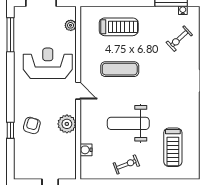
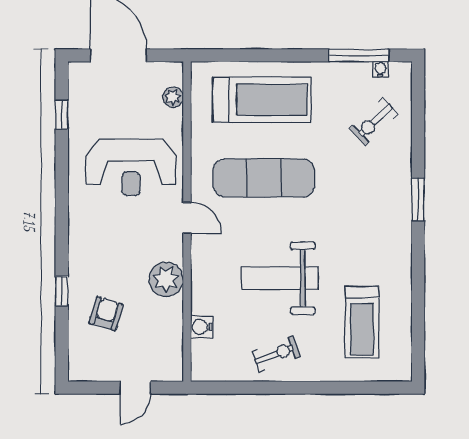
treadmill: (119, 27) -> (262, 100), width x1.37, depth x1.38
window: (10, 35) -> (62, 114), width x0.46
reception desk: (48, 63) -> (131, 167), turned 180
exercise mat: (120, 69) -> (264, 178), width x1.36, depth x1.45
armchair: (32, 125) -> (106, 314), moved

